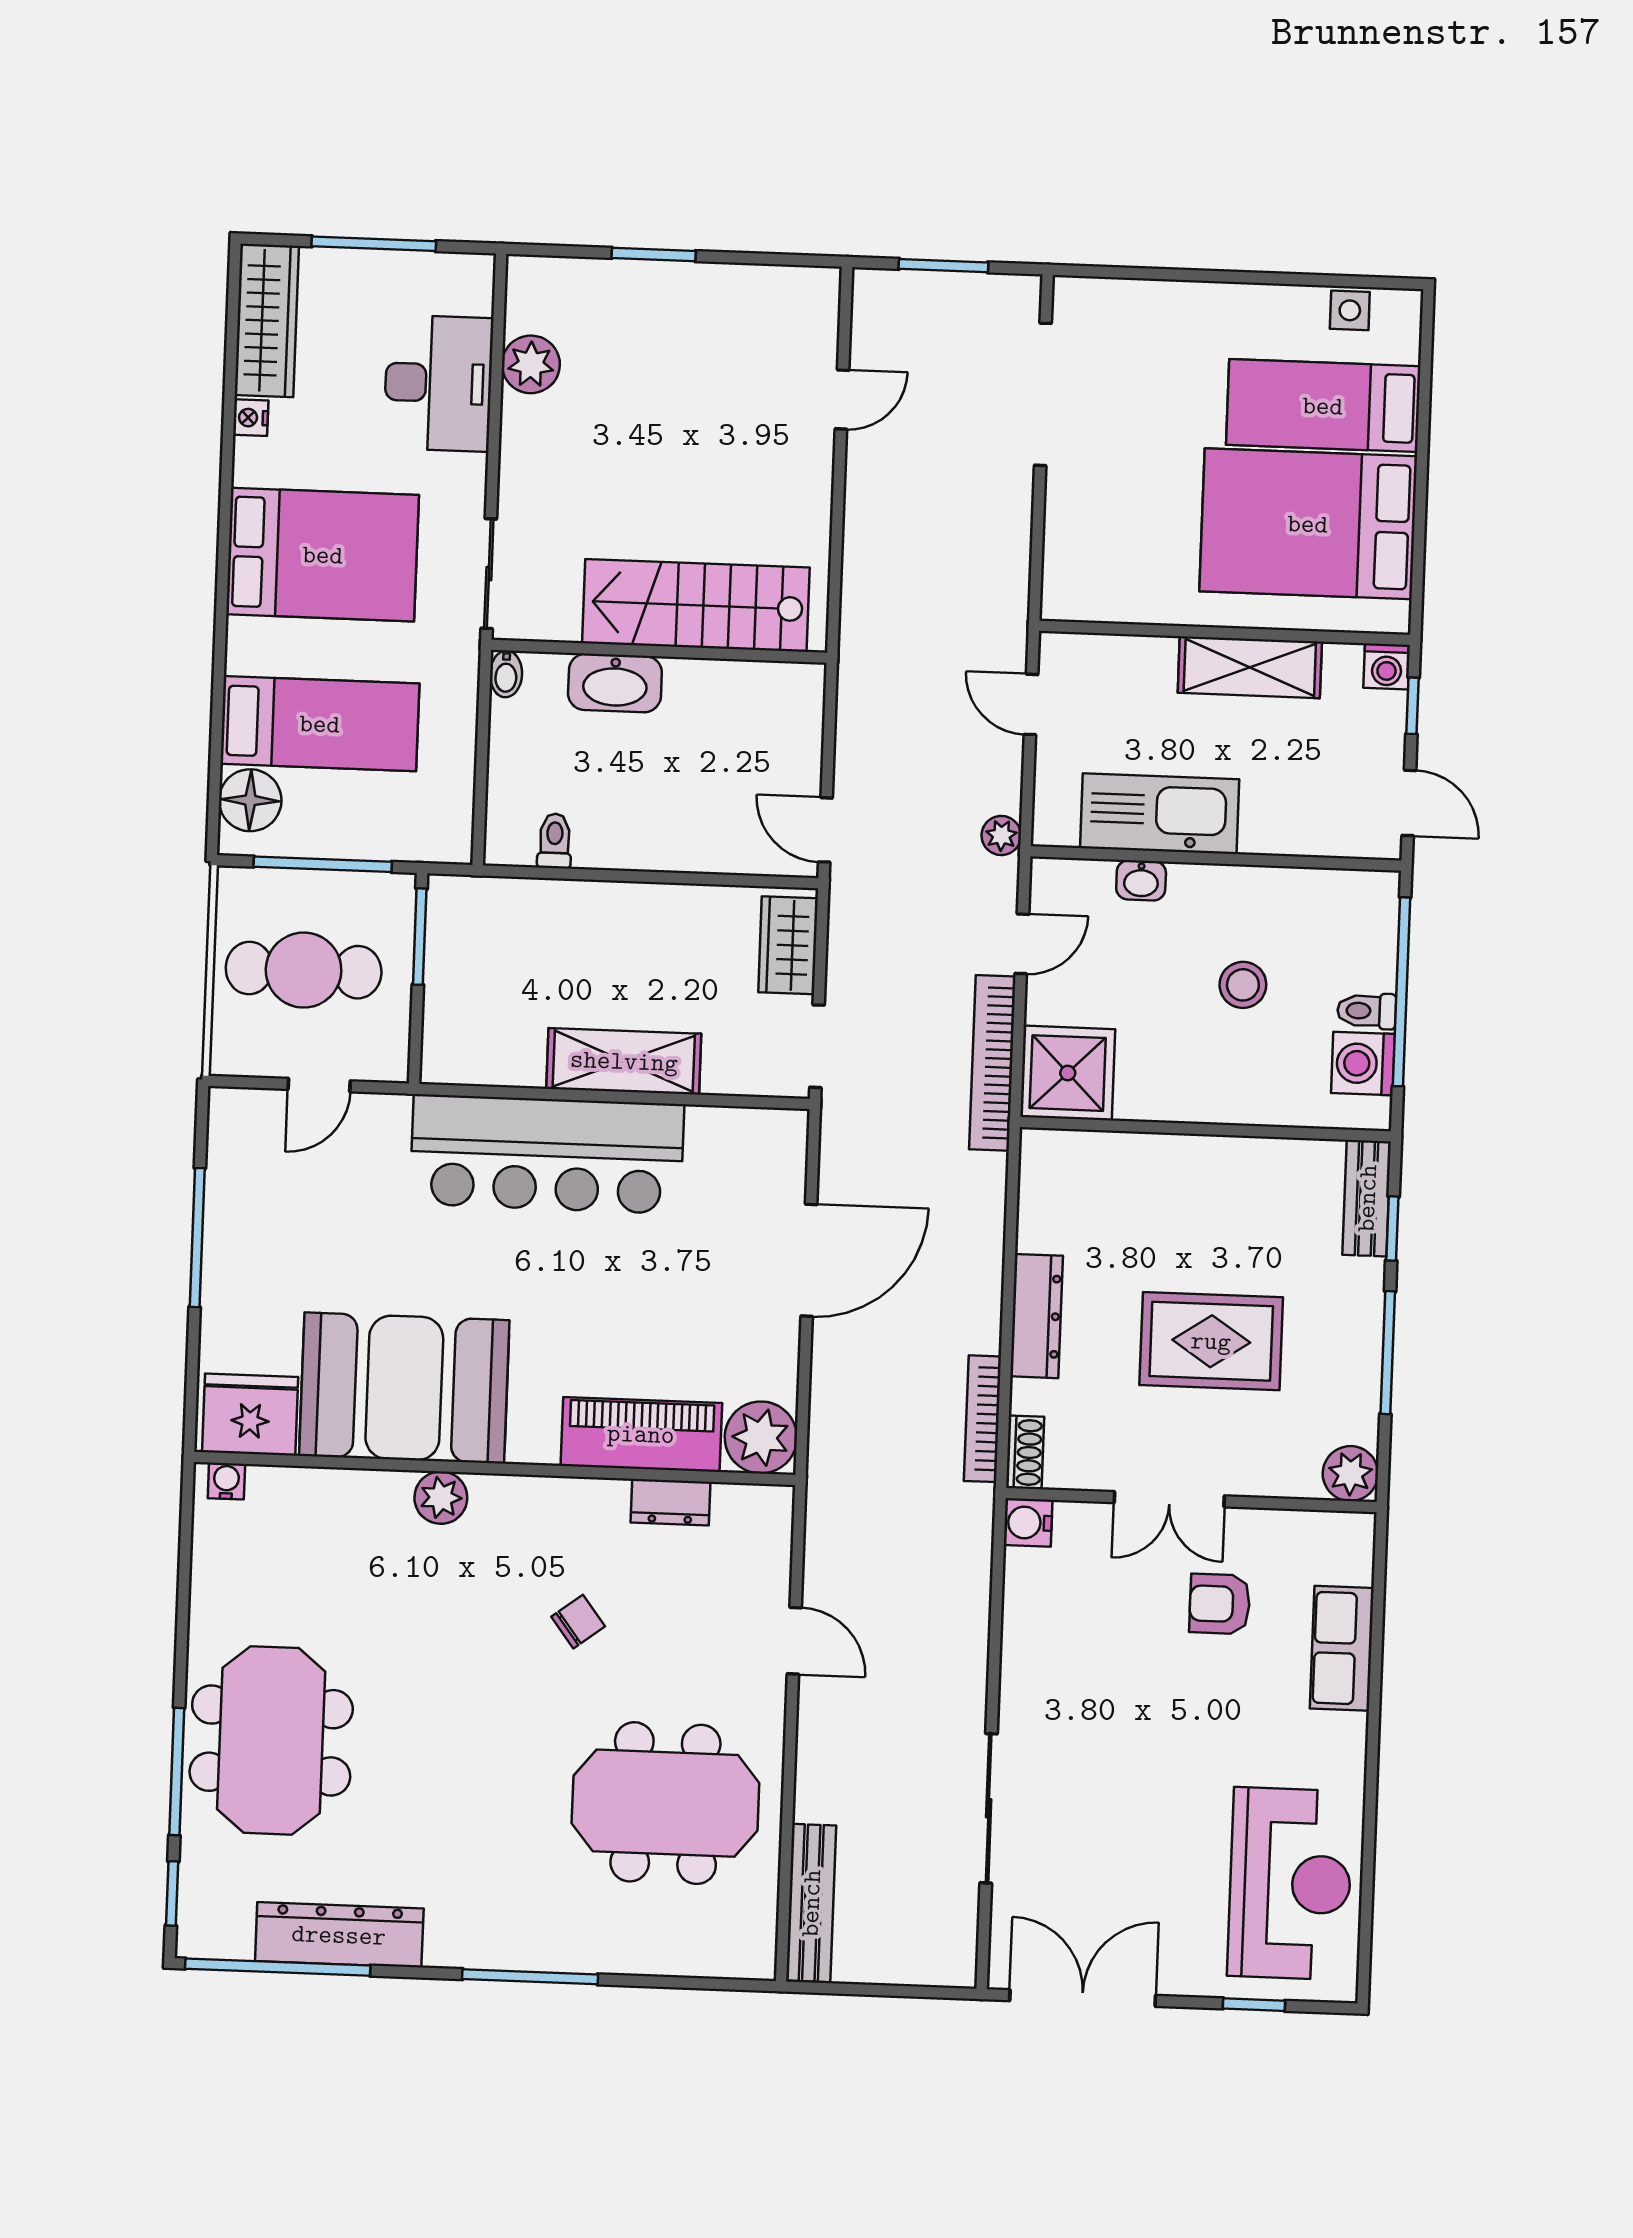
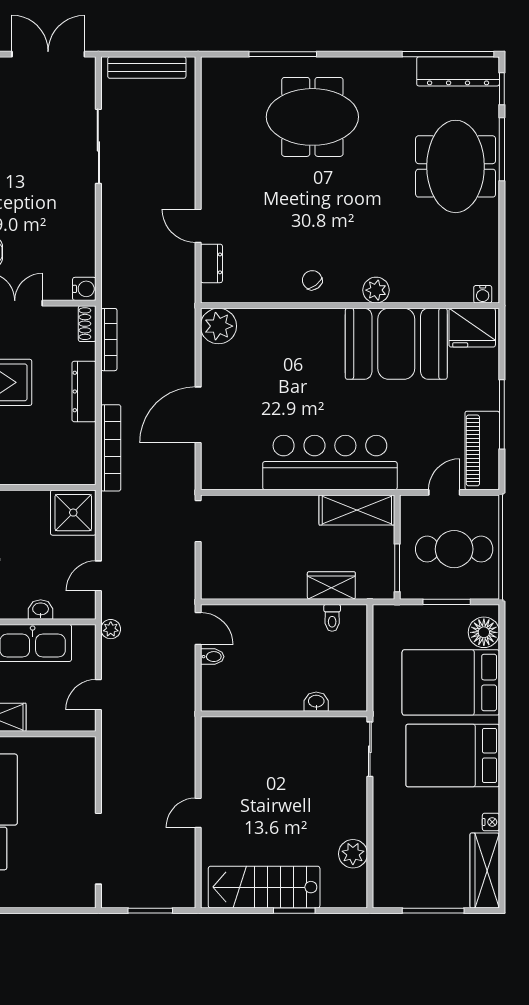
desk: (438, 383) -> (398, 843), removed
door: (842, 400) -> (198, 813), moved
stairs: (696, 605) -> (264, 887), moved, turned 180
bidet: (506, 674) -> (212, 657), moved, turned 90
washbasin: (615, 683) -> (316, 702), width x0.52, depth x0.69
door: (1031, 704) -> (98, 695), swing flipped
bed: (320, 724) -> (451, 682), width x1.50
window: (323, 864) -> (447, 602), width x0.69
wardrobe: (788, 945) -> (331, 586), moved, turned -90
shelving: (624, 1061) -> (357, 510), moved
bookcase: (992, 1063) -> (111, 448), moved
piano: (641, 1434) -> (482, 450), moved, turned 90
dresser: (670, 1502) -> (211, 263), moved, turned 90
chair: (578, 1622) -> (312, 280), moved, turned 90
meeting table: (665, 1803) -> (312, 117), moved
bench: (811, 1903) -> (147, 68), moved, turned 90
dresser: (339, 1935) -> (458, 71), moved
window: (530, 1977) -> (283, 54), moved
double door: (1083, 1998) -> (48, 54), swing flipped

